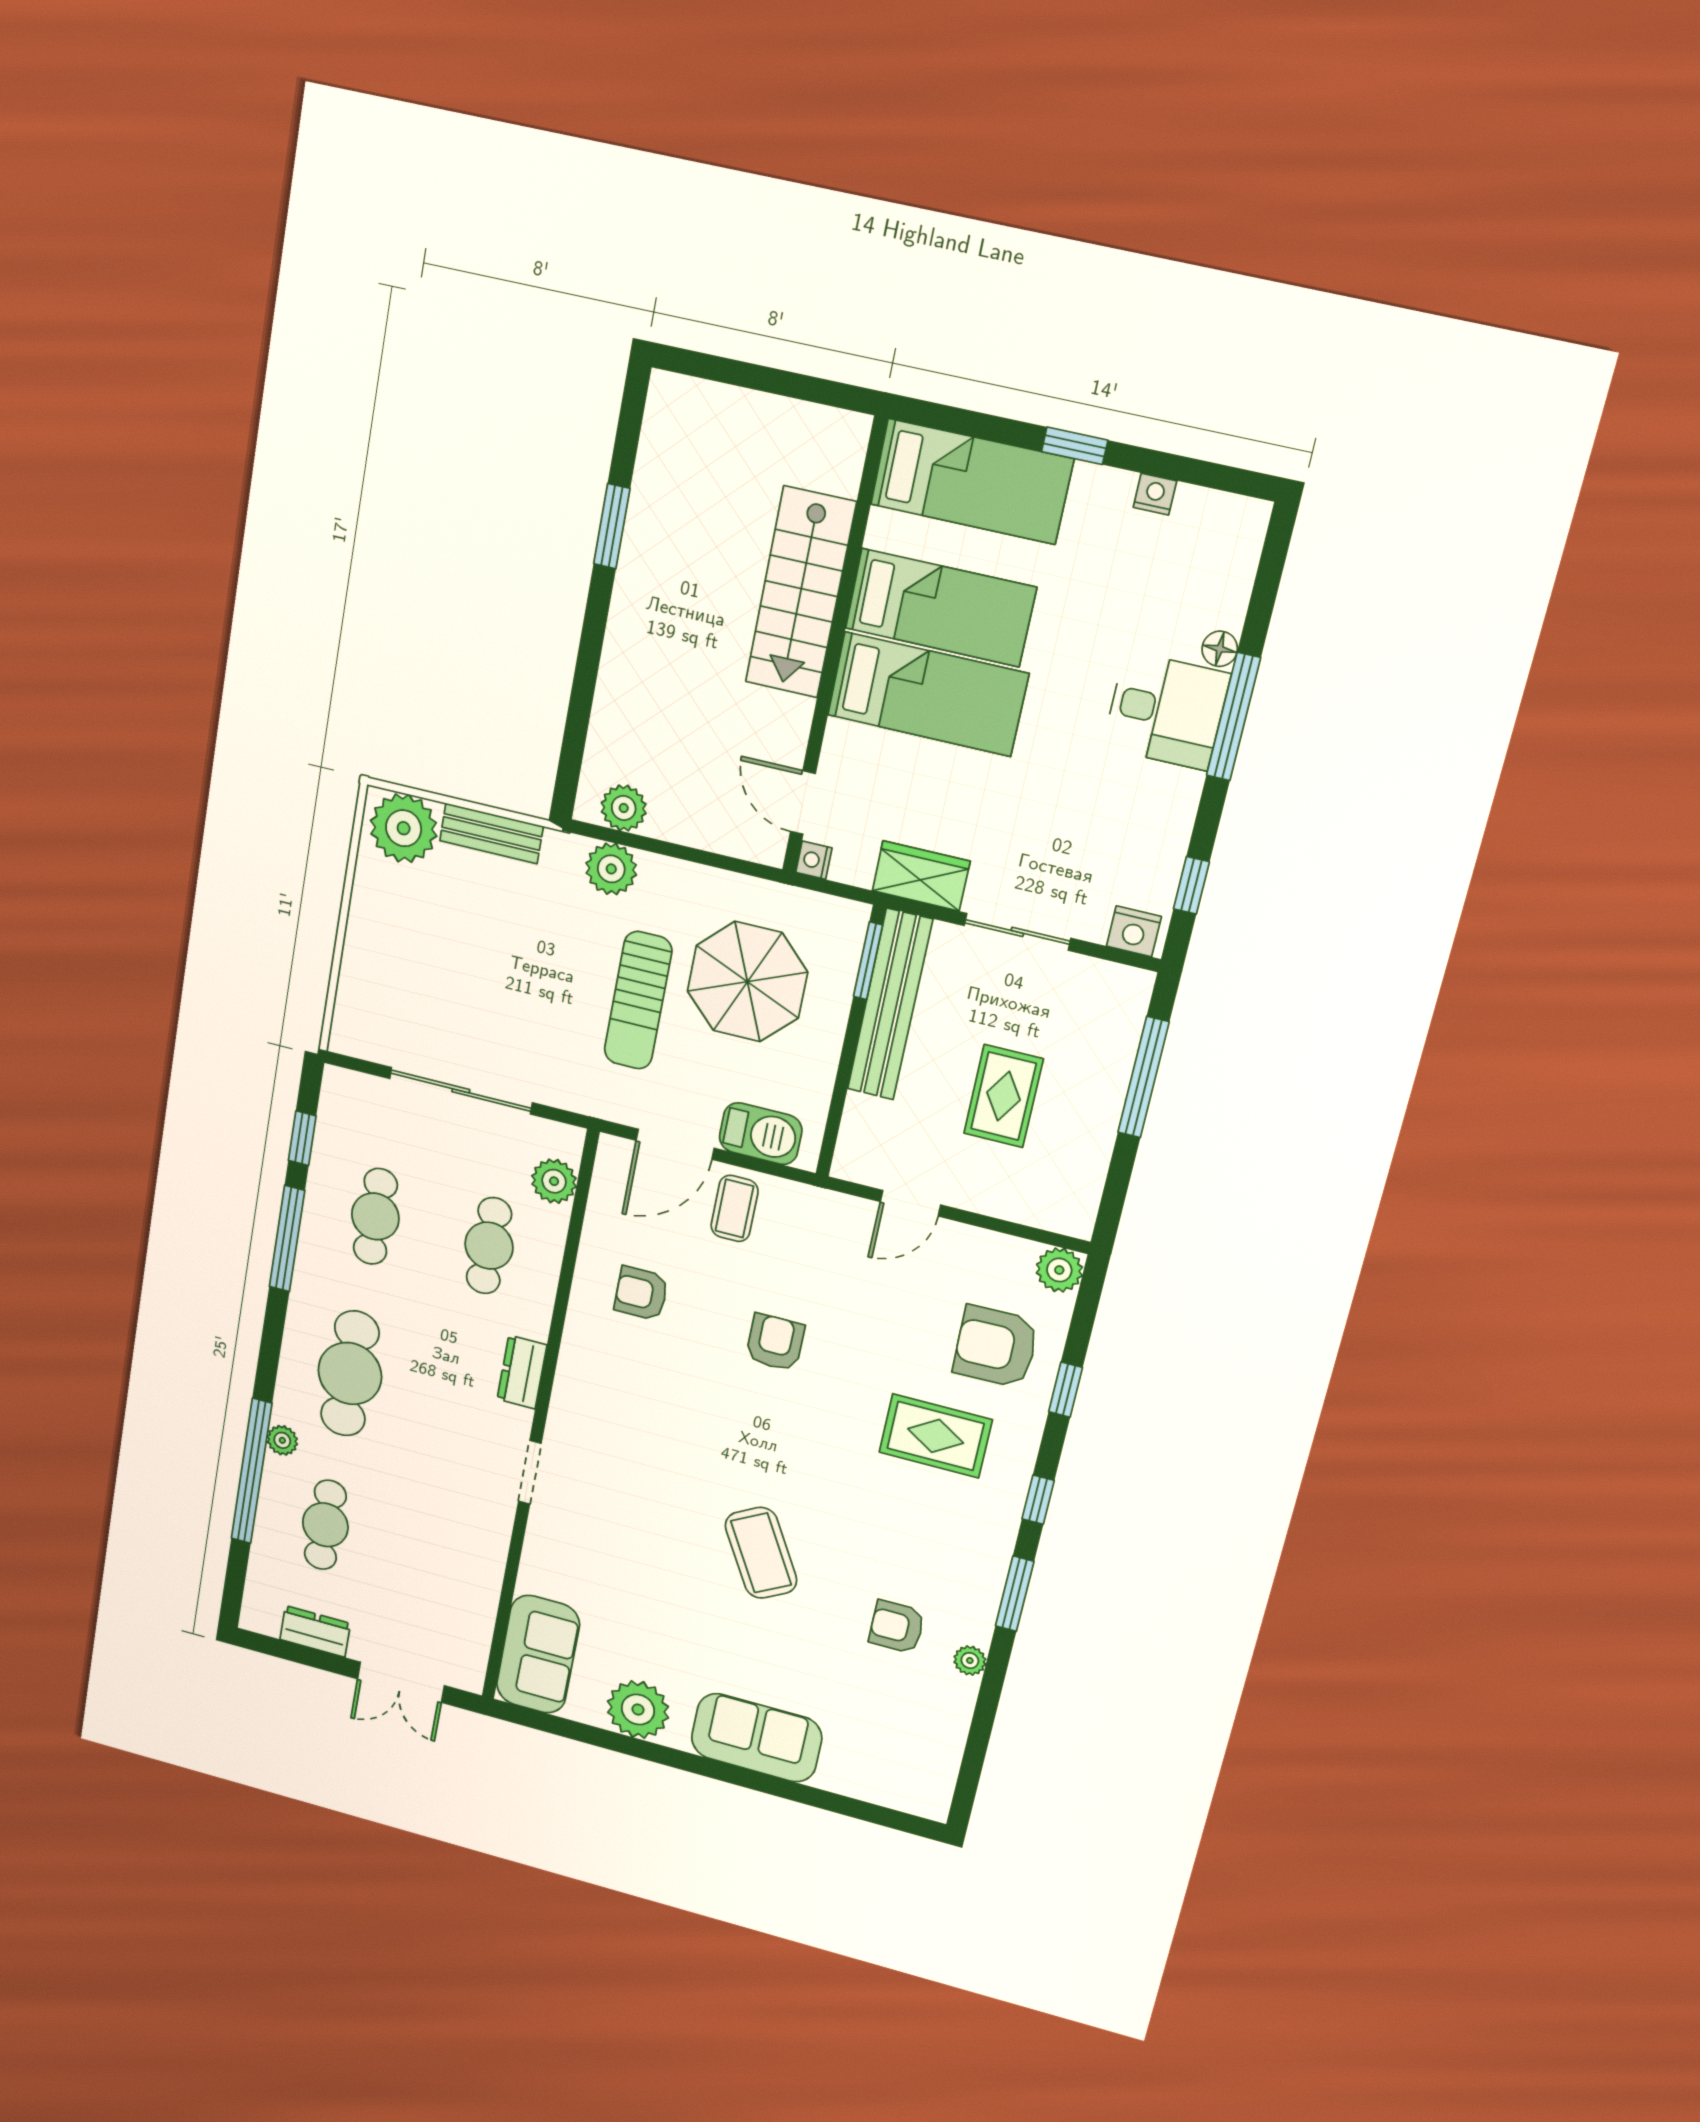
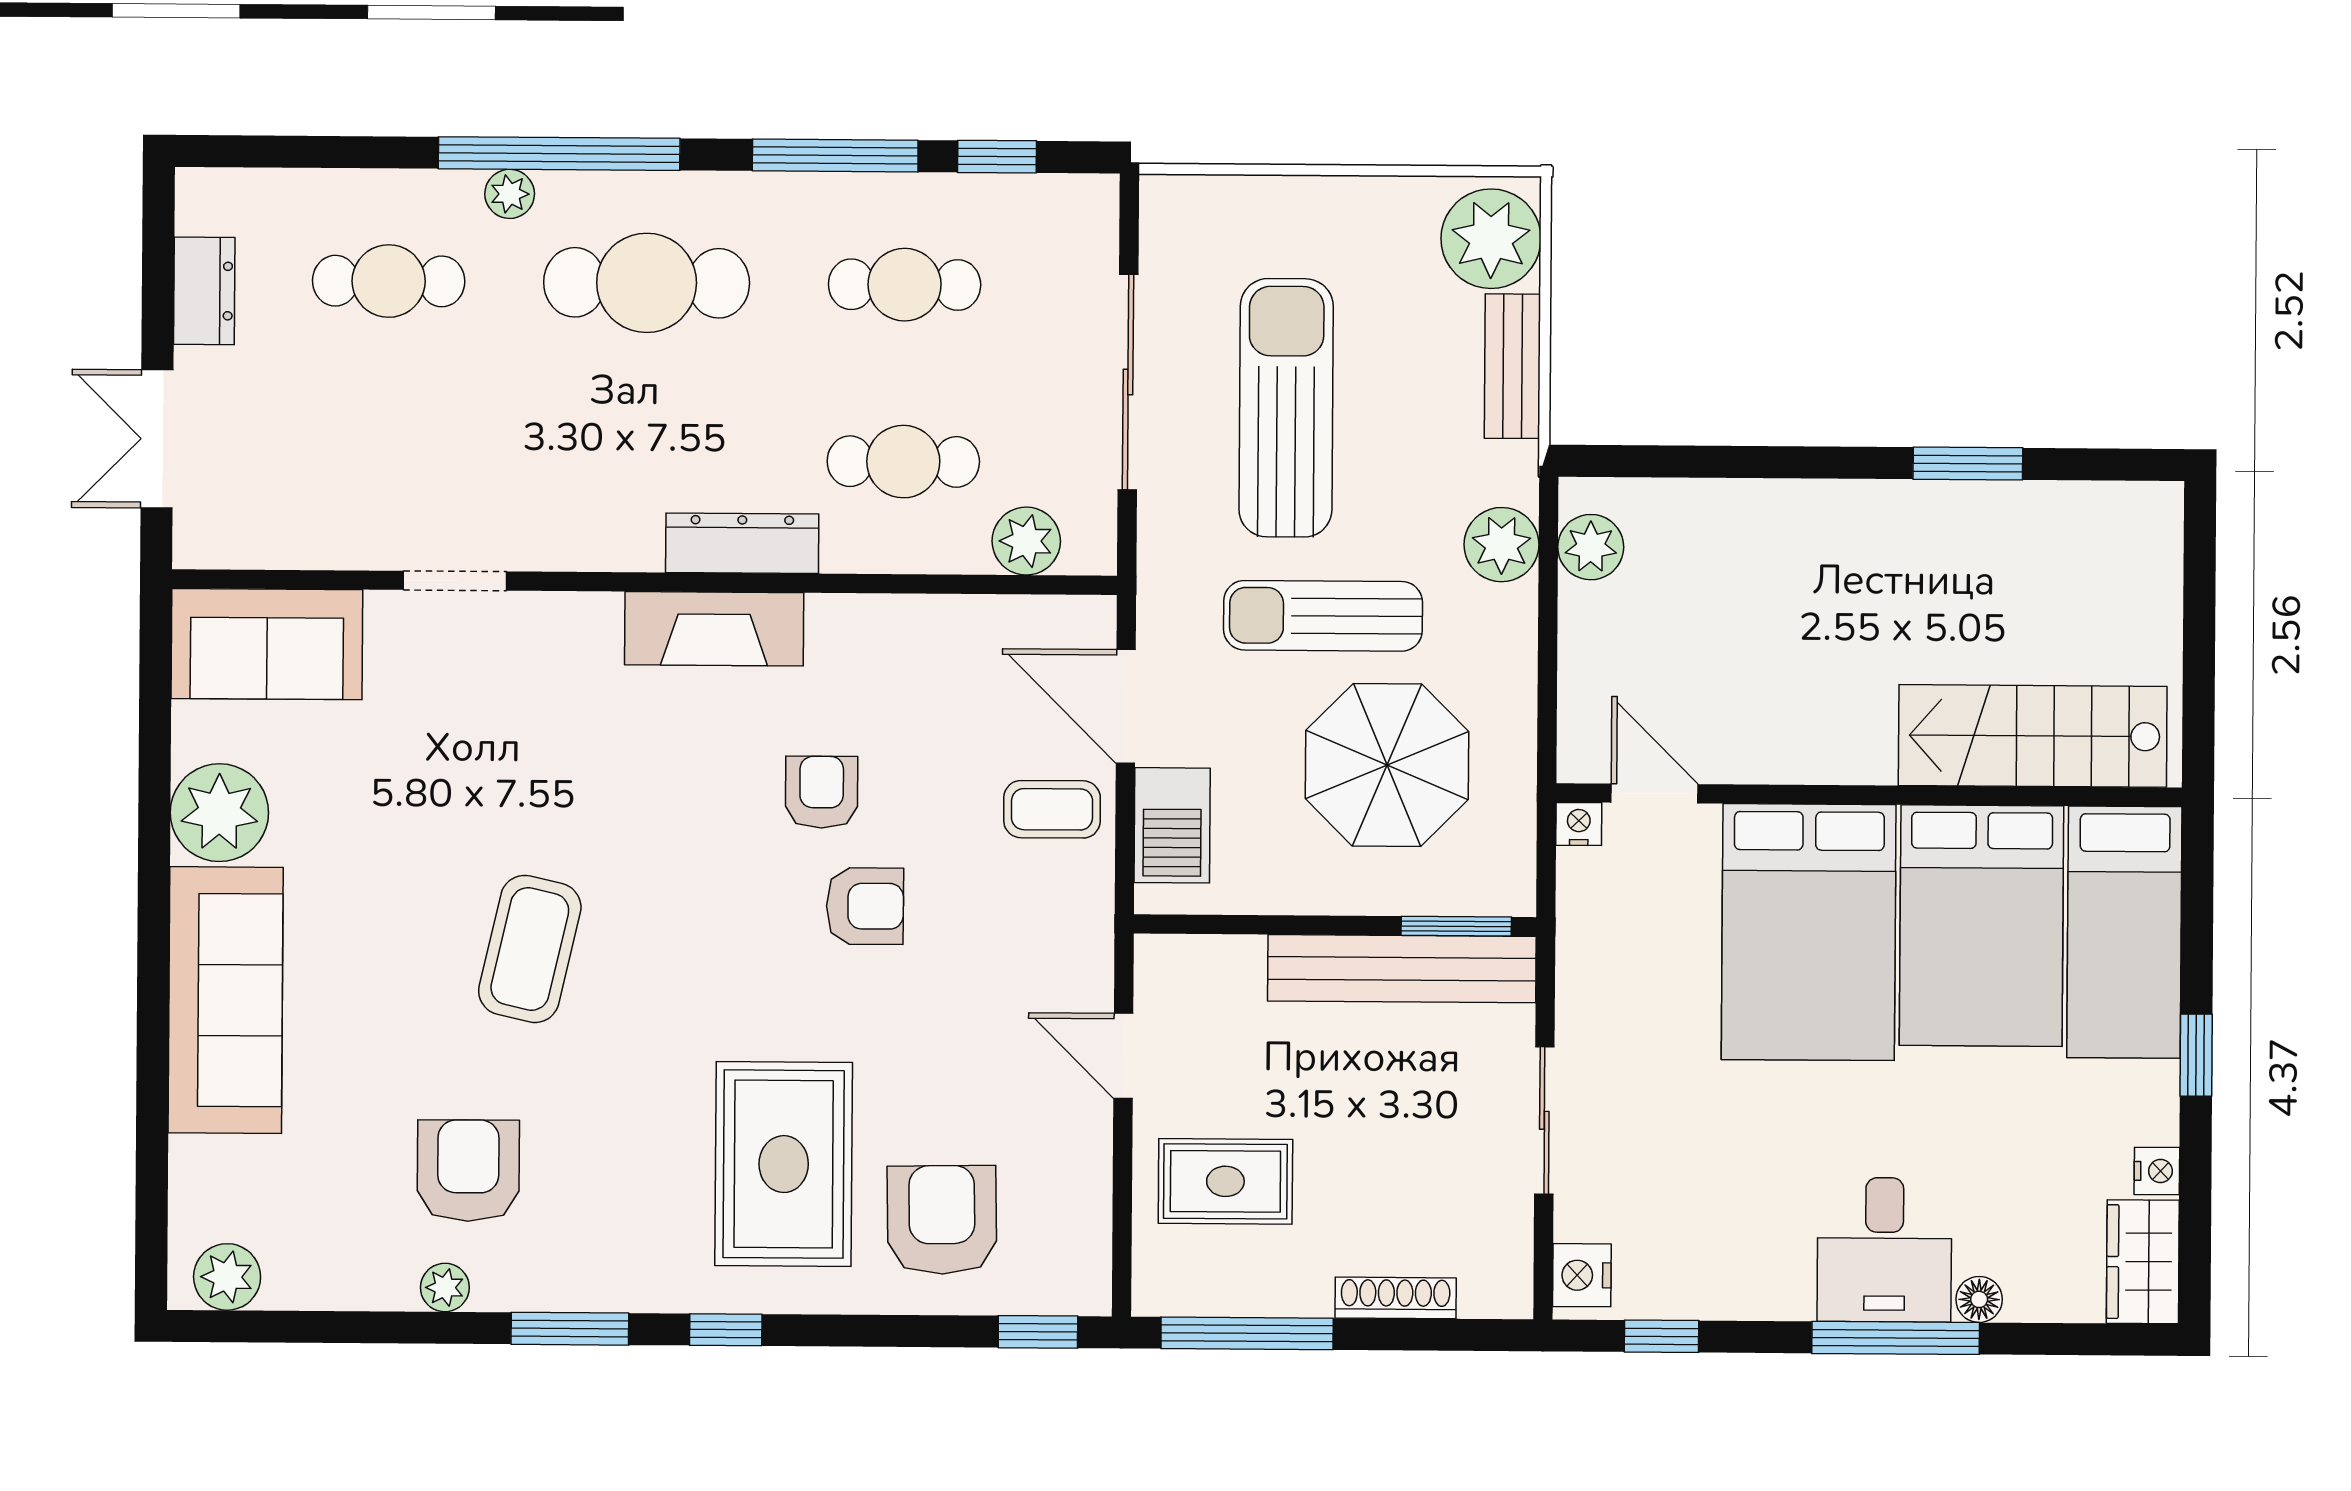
stairs: (801, 593) -> (2033, 736), moved
bed: (940, 608) -> (1981, 926), width x1.50
bed: (928, 694) -> (1809, 932), width x1.50
door: (803, 803) -> (1654, 793), hinge flipped
wardrobe: (921, 876) -> (2143, 1262), moved, turned 180
sun lounger: (495, 992) -> (1286, 408), added
shoe rack: (1120, 1063) -> (1396, 1298), added
window: (1144, 1077) -> (1247, 1333), moved
rug: (1003, 1096) -> (1225, 1181), moved
plant: (1059, 1270) -> (227, 1277), moved
armchair: (641, 1293) -> (822, 792), moved
dresser: (522, 1372) -> (742, 543), width x1.44
fireplace: (576, 1389) -> (714, 629), added
window: (1066, 1390) -> (1038, 1332), moved
rug: (936, 1436) -> (784, 1164), width x1.36, depth x1.43
window: (252, 1471) -> (559, 154), moved
doorway: (530, 1472) -> (455, 581), moved
coffee table: (761, 1553) -> (530, 949), turned -48
armchair: (897, 1627) -> (468, 1171), width x1.38, depth x1.38
sofa: (757, 1738) -> (226, 1000), width x1.36

